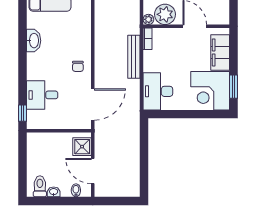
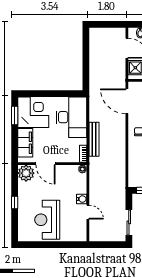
plant: (165, 14) -> (26, 173), moved
desk: (158, 91) -> (71, 117), width x1.36, depth x1.30
door: (93, 104) -> (127, 101), hinge flipped

